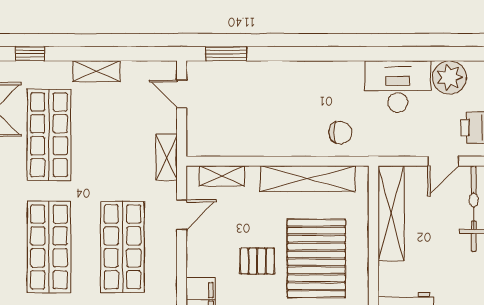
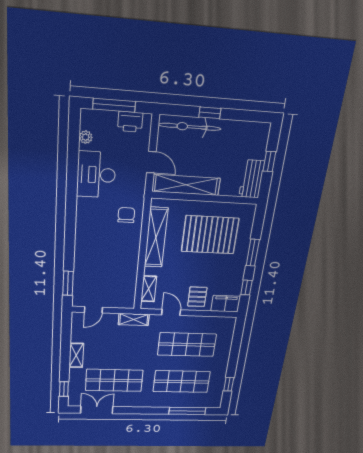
plant: (449, 78) -> (86, 137), width x0.53, depth x0.53
door: (443, 161) -> (151, 162), moved
pallet: (257, 261) -> (197, 297), moved

